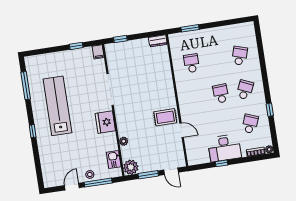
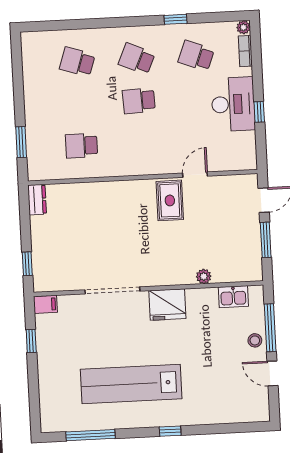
plant: (131, 167) -> (250, 269), removed

